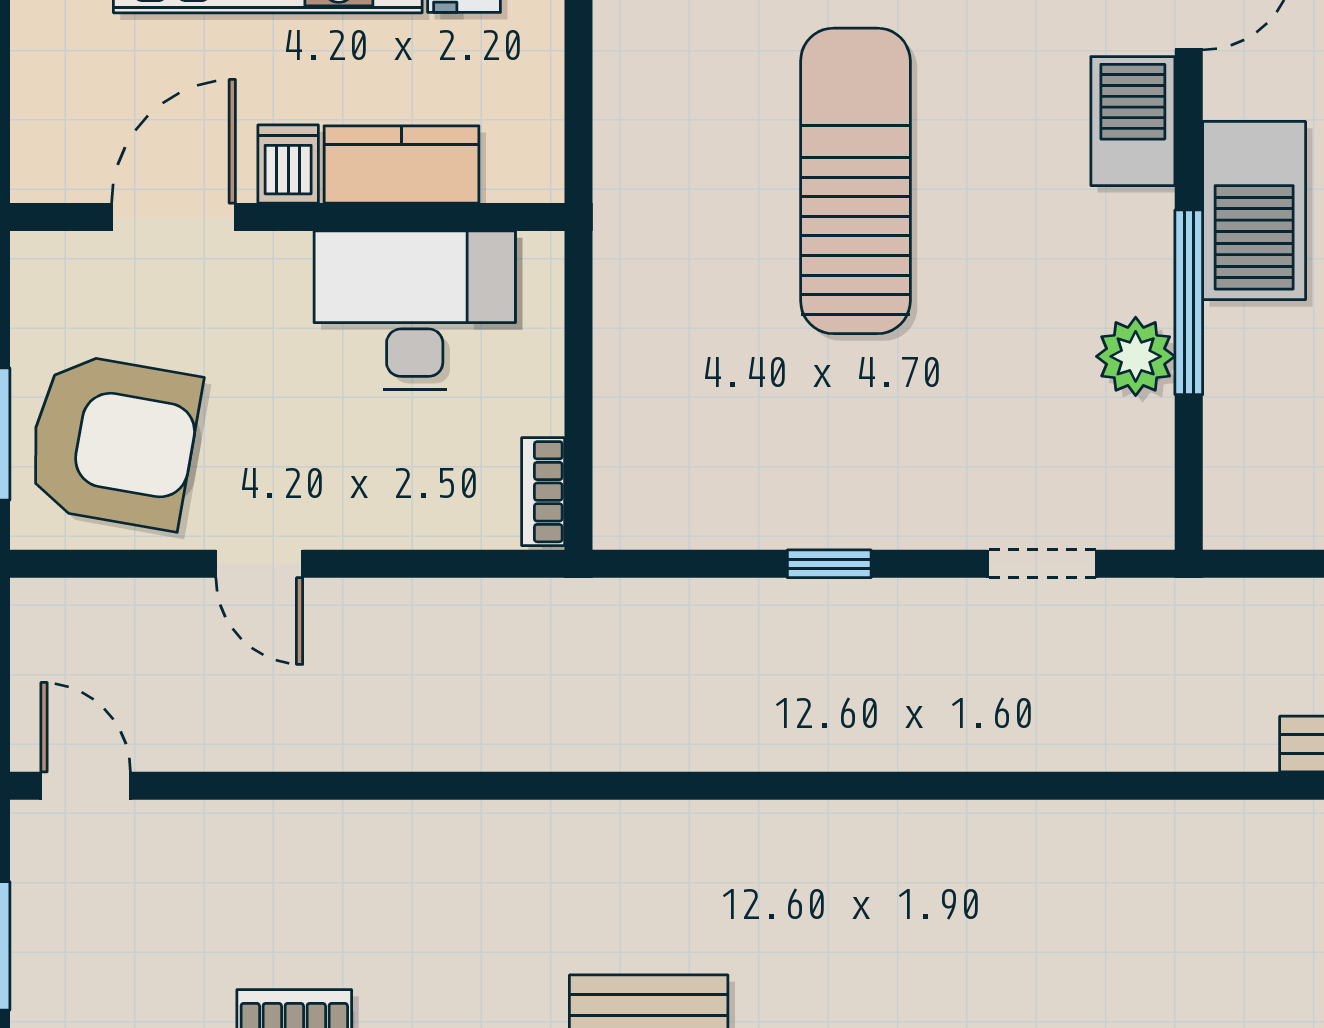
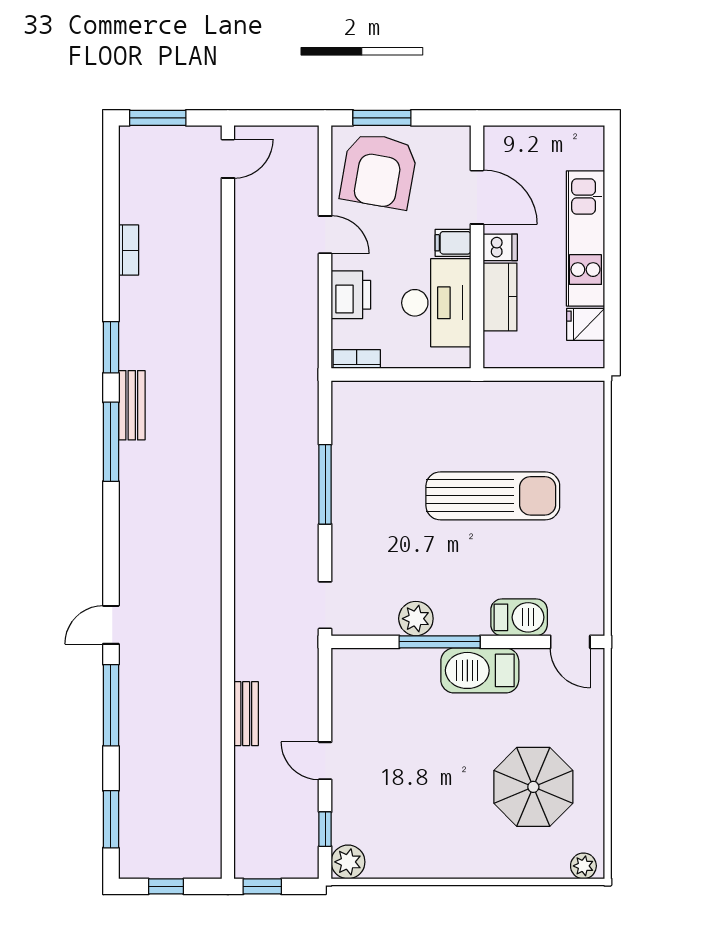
filing cabinet: (278, 272) -> (453, 243), added
printer: (396, 505) -> (351, 295), added
door: (259, 564) -> (325, 235), swing flipped
window: (829, 564) -> (325, 484), width x2.17
doorway: (1042, 564) -> (325, 605), moved

